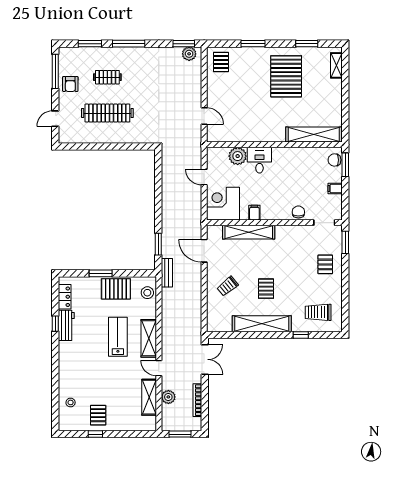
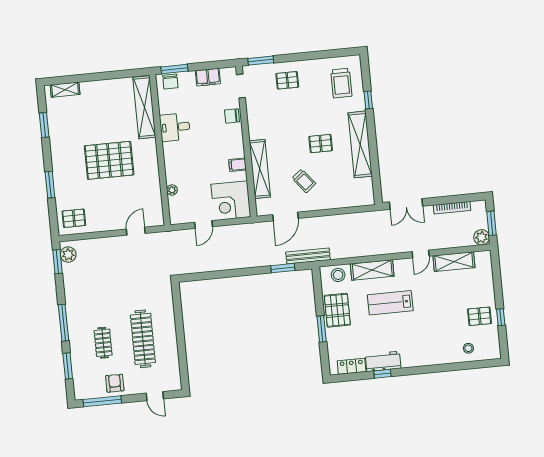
pallet: (286, 76) -> (109, 160), moved
armchair: (70, 84) -> (115, 383), turned -90
plant: (238, 156) -> (172, 190), width x0.53, depth x0.53
desk: (259, 160) -> (175, 127), moved
filing cabinet: (335, 189) -> (208, 77), width x2.00
bench: (167, 273) -> (308, 256), width x1.36
trolley: (228, 286) -> (304, 181), moved
shelving: (149, 338) -> (372, 270), moved
double door: (205, 359) -> (406, 204), swing flipped
plant: (168, 397) -> (482, 237), moved

